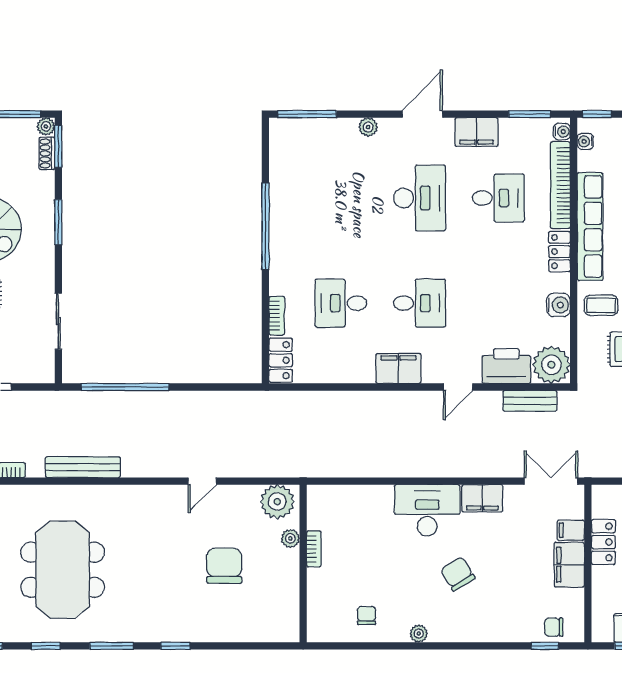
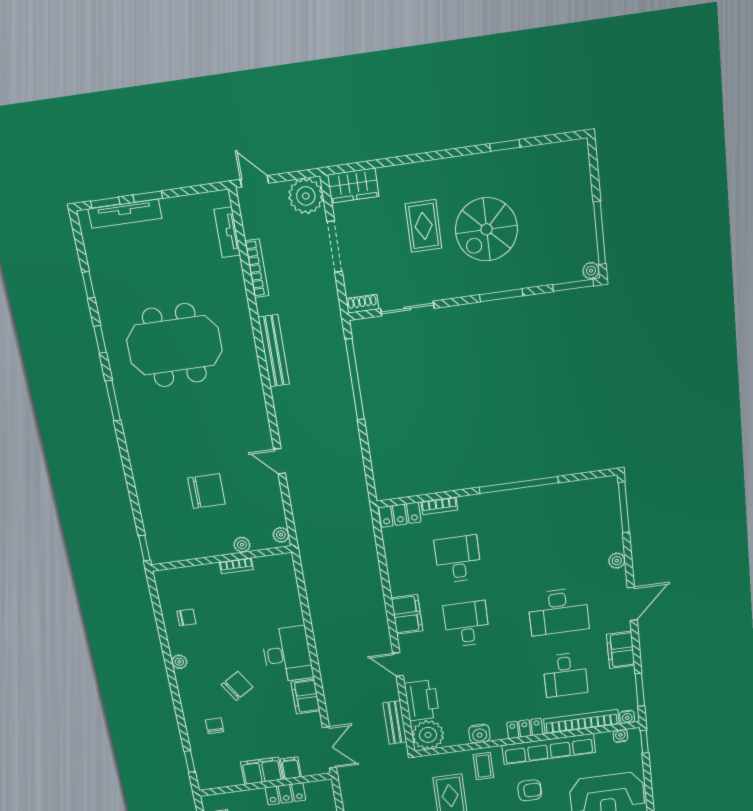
door: (422, 114) -> (632, 604), hinge flipped
shoe rack: (47, 153) -> (362, 304), moved
desk: (420, 303) -> (467, 624), turned 180
plant: (277, 502) -> (281, 535), width x0.53, depth x0.53
chair: (554, 627) -> (215, 726), moved
window: (175, 646) -> (144, 548), moved

